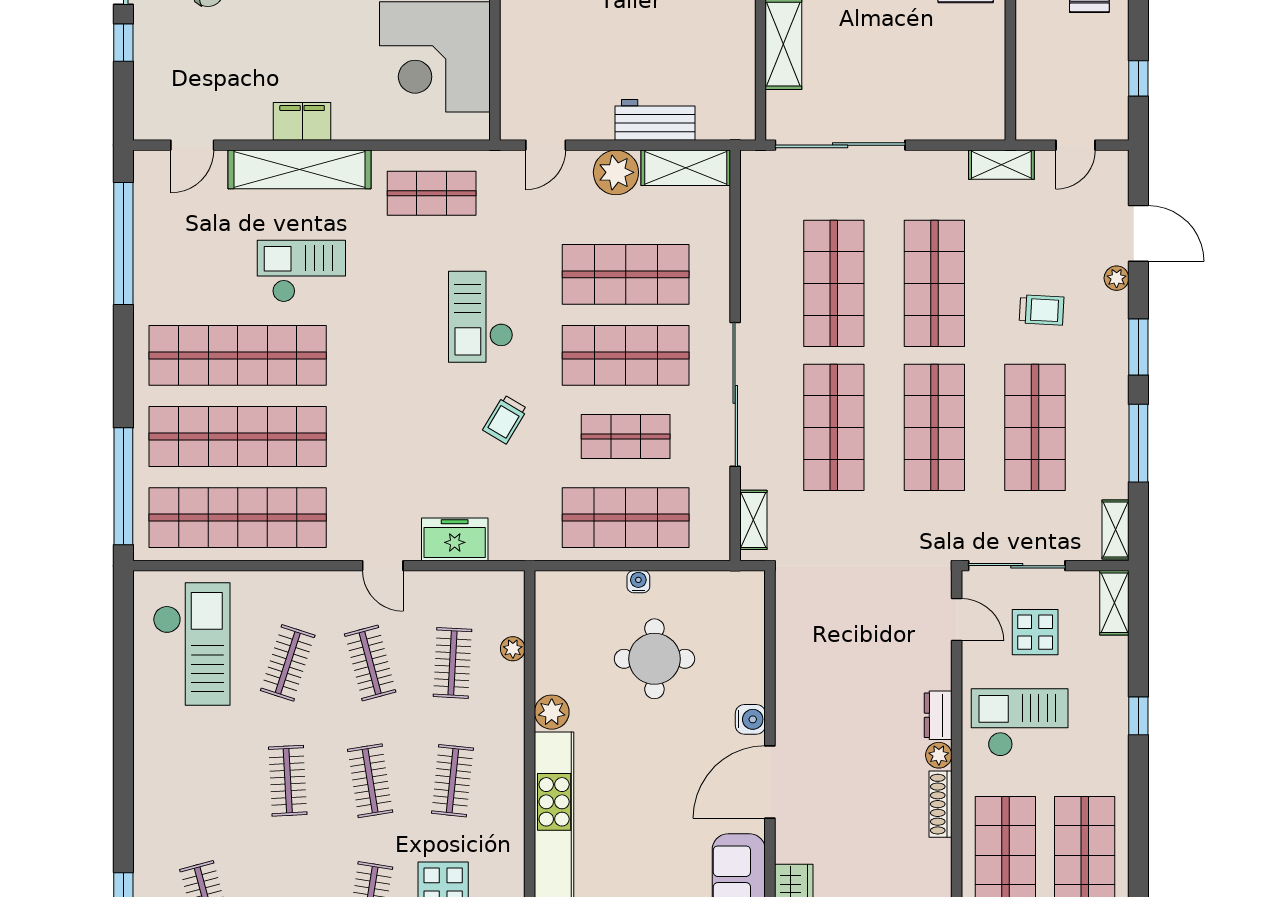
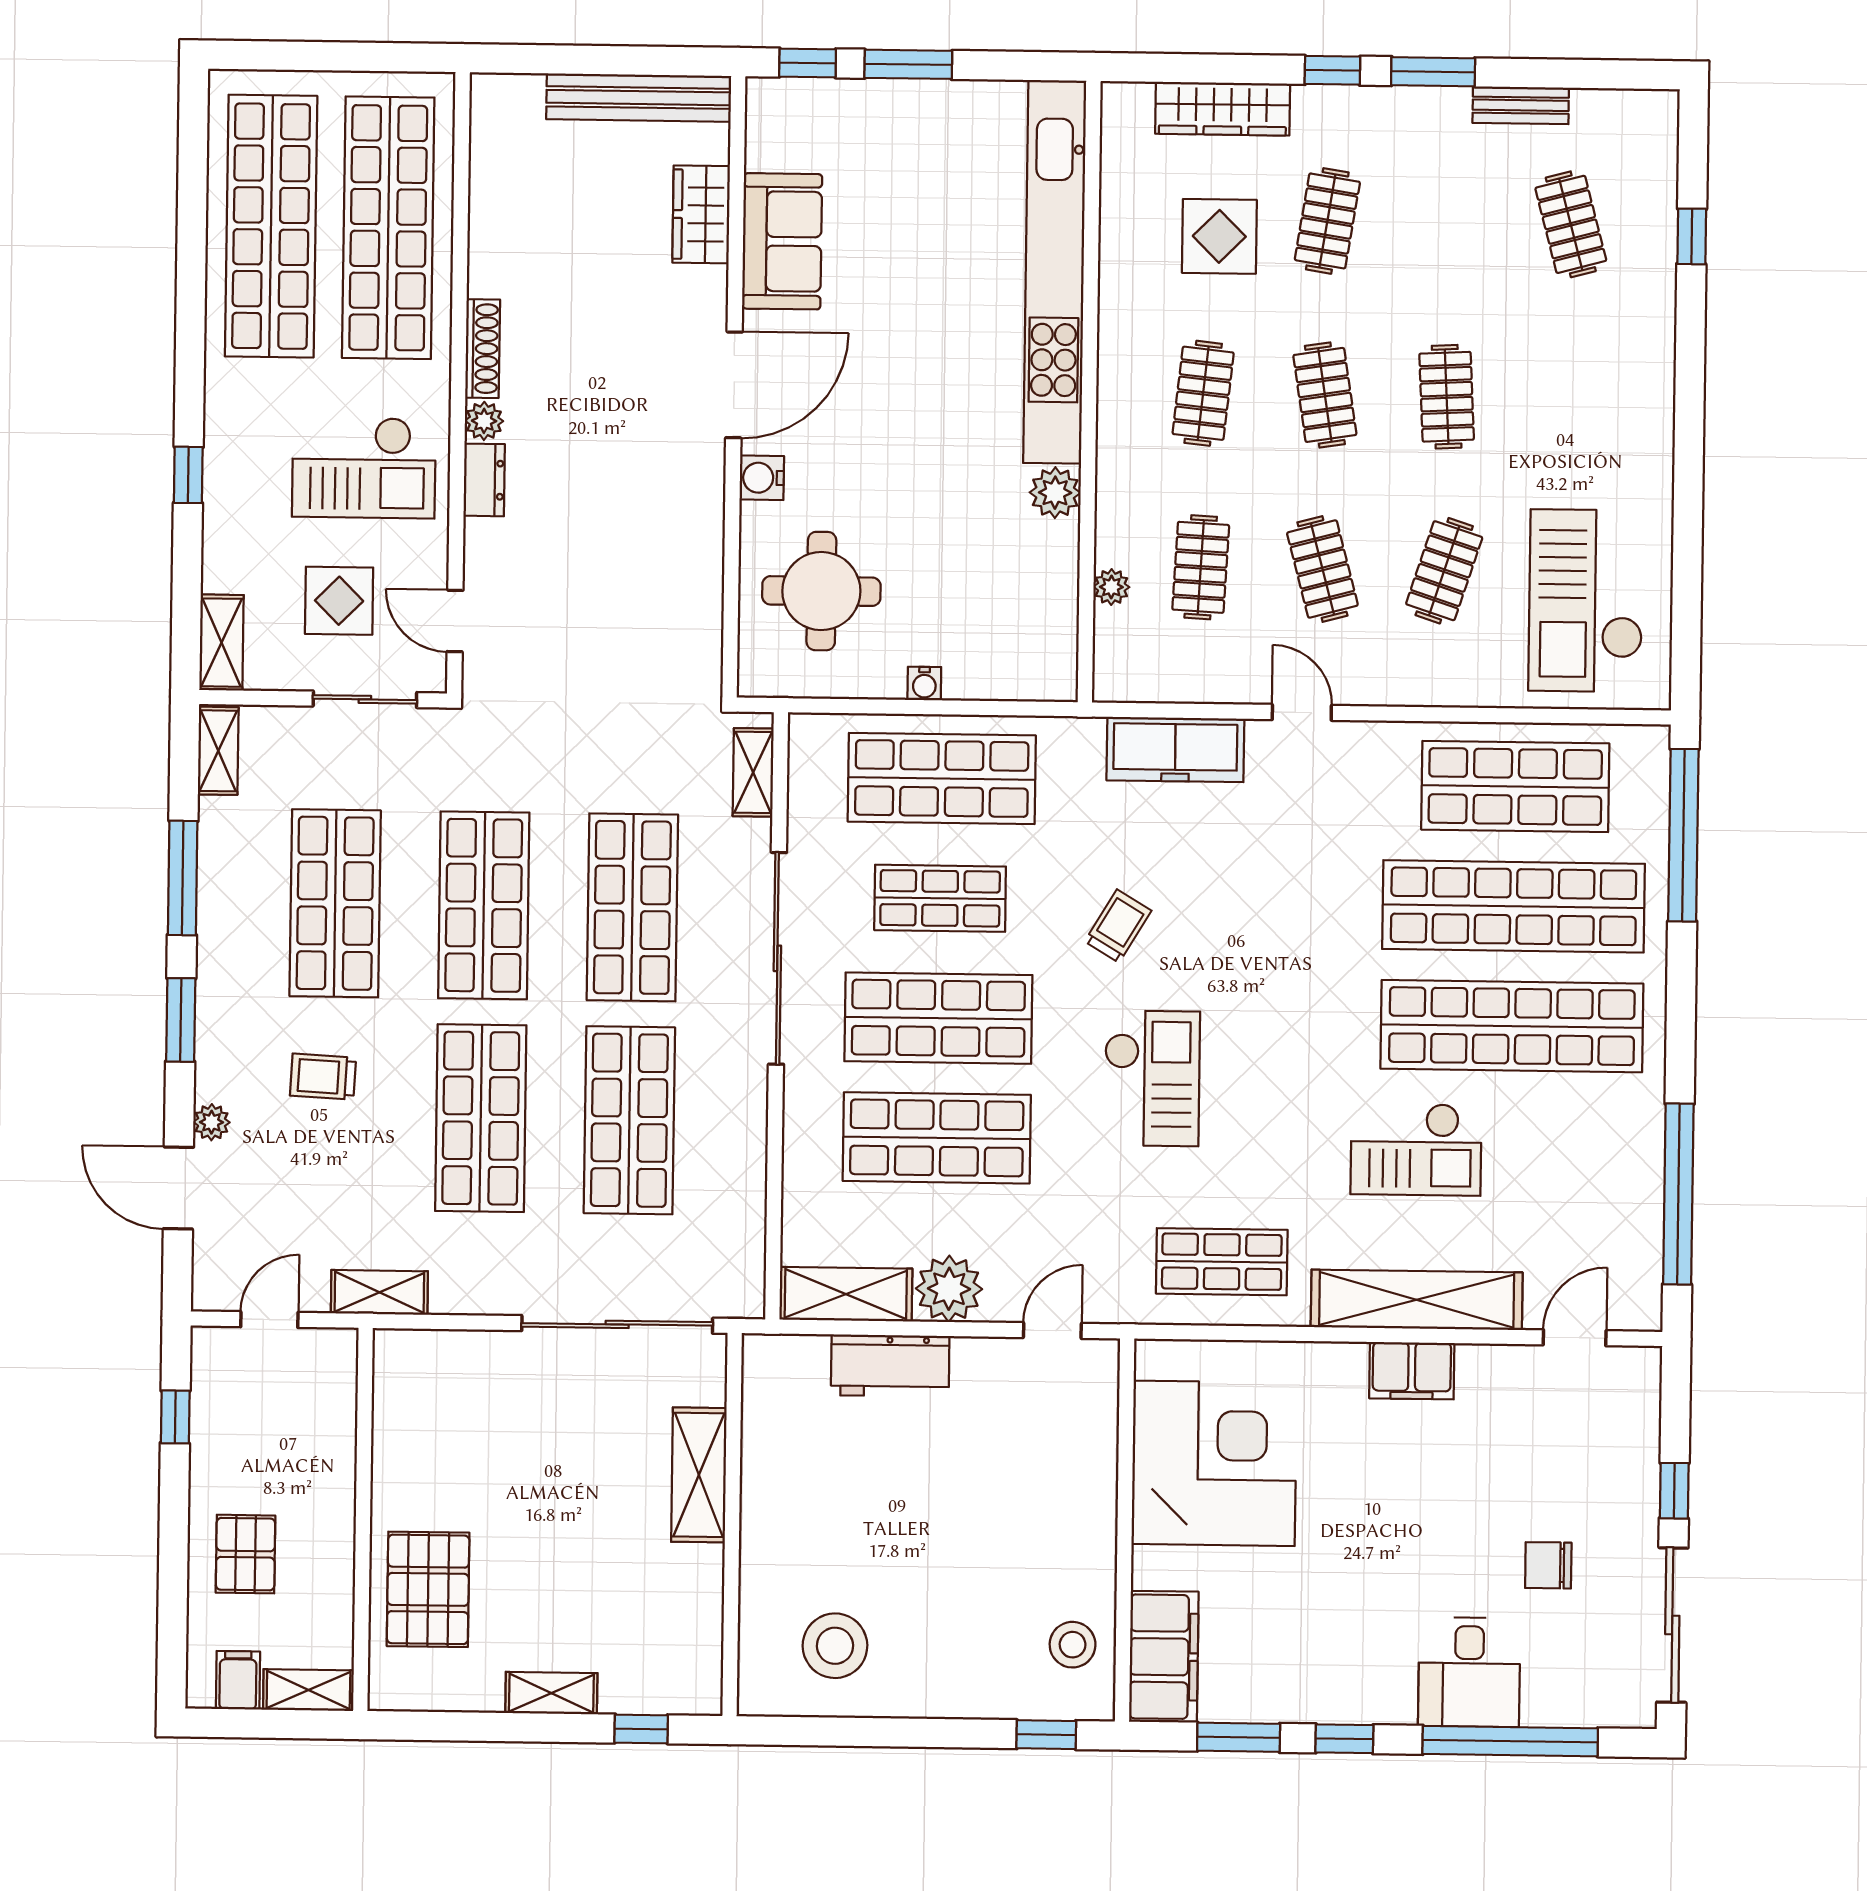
shop shelf: (238, 518) -> (1515, 787), width x0.71
freezer: (455, 539) -> (1175, 749), width x1.40
sliding door: (1017, 566) -> (365, 699), width x0.73
round table: (654, 659) -> (821, 591), moved

